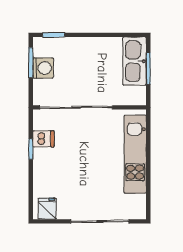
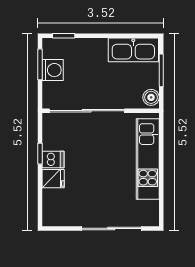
kitchen sink: (135, 61) -> (133, 50), moved, turned -90
boiler: (138, 94) -> (151, 97), added
dishwasher: (43, 139) -> (53, 159), moved
fridge: (47, 209) -> (53, 179), moved, turned 90

